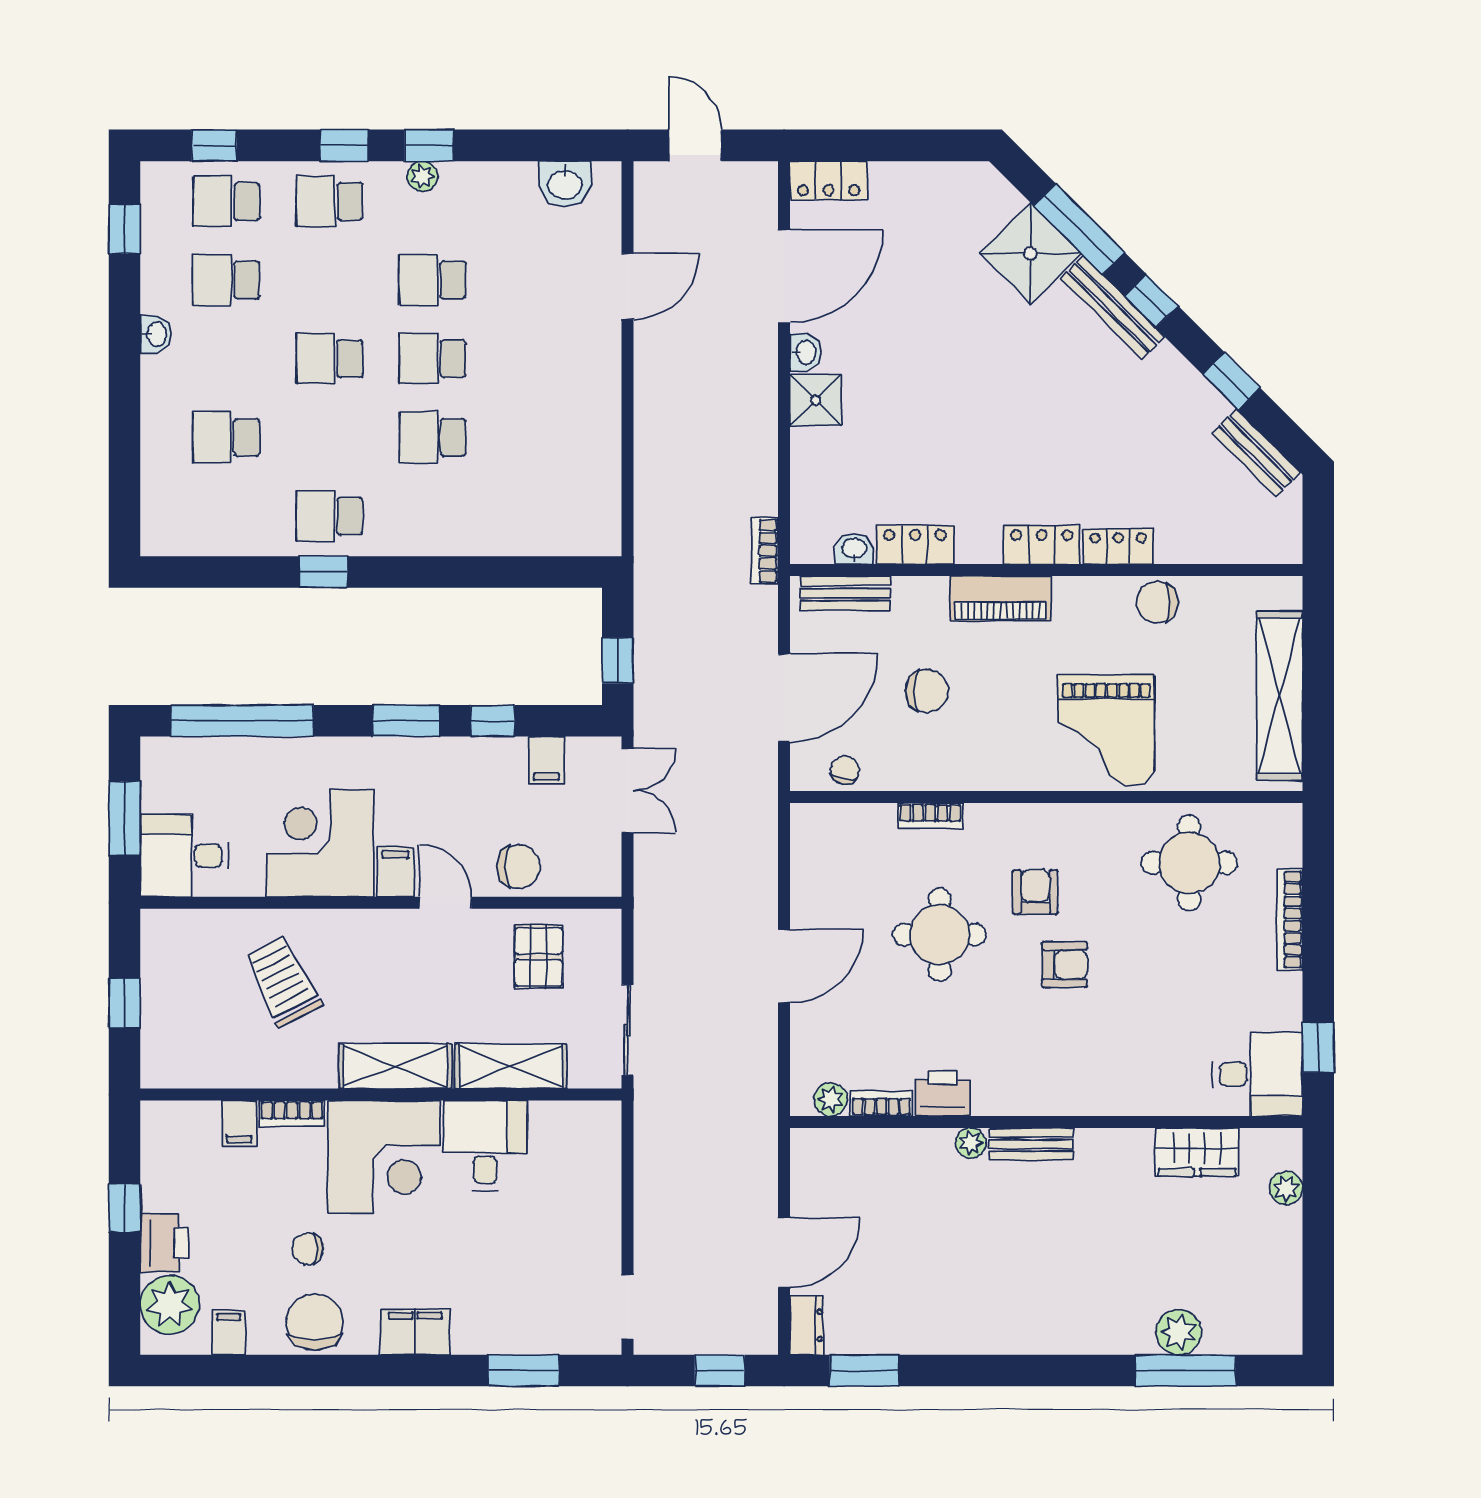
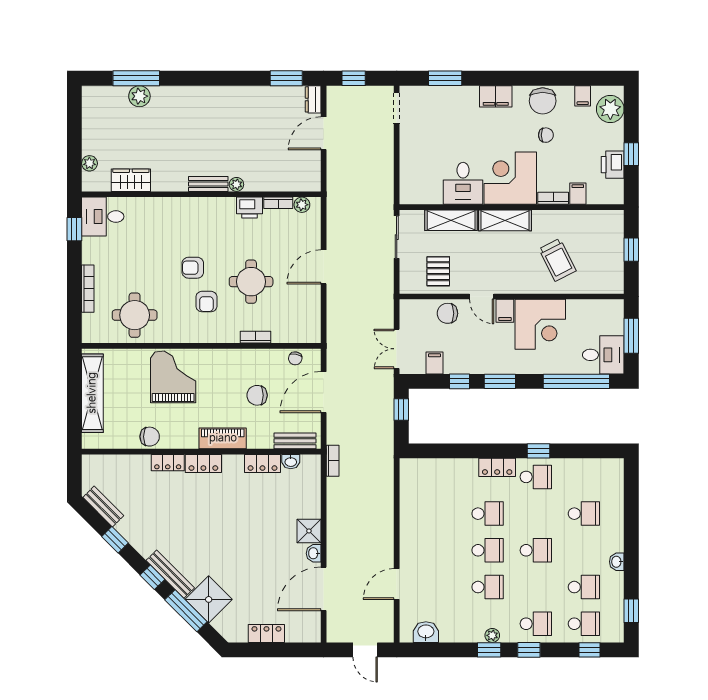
locker: (829, 181) -> (266, 633), moved
locker: (412, 537) -> (497, 467), added
desk: (185, 856) -> (603, 355), moved
printer: (164, 1243) -> (613, 165), moved

